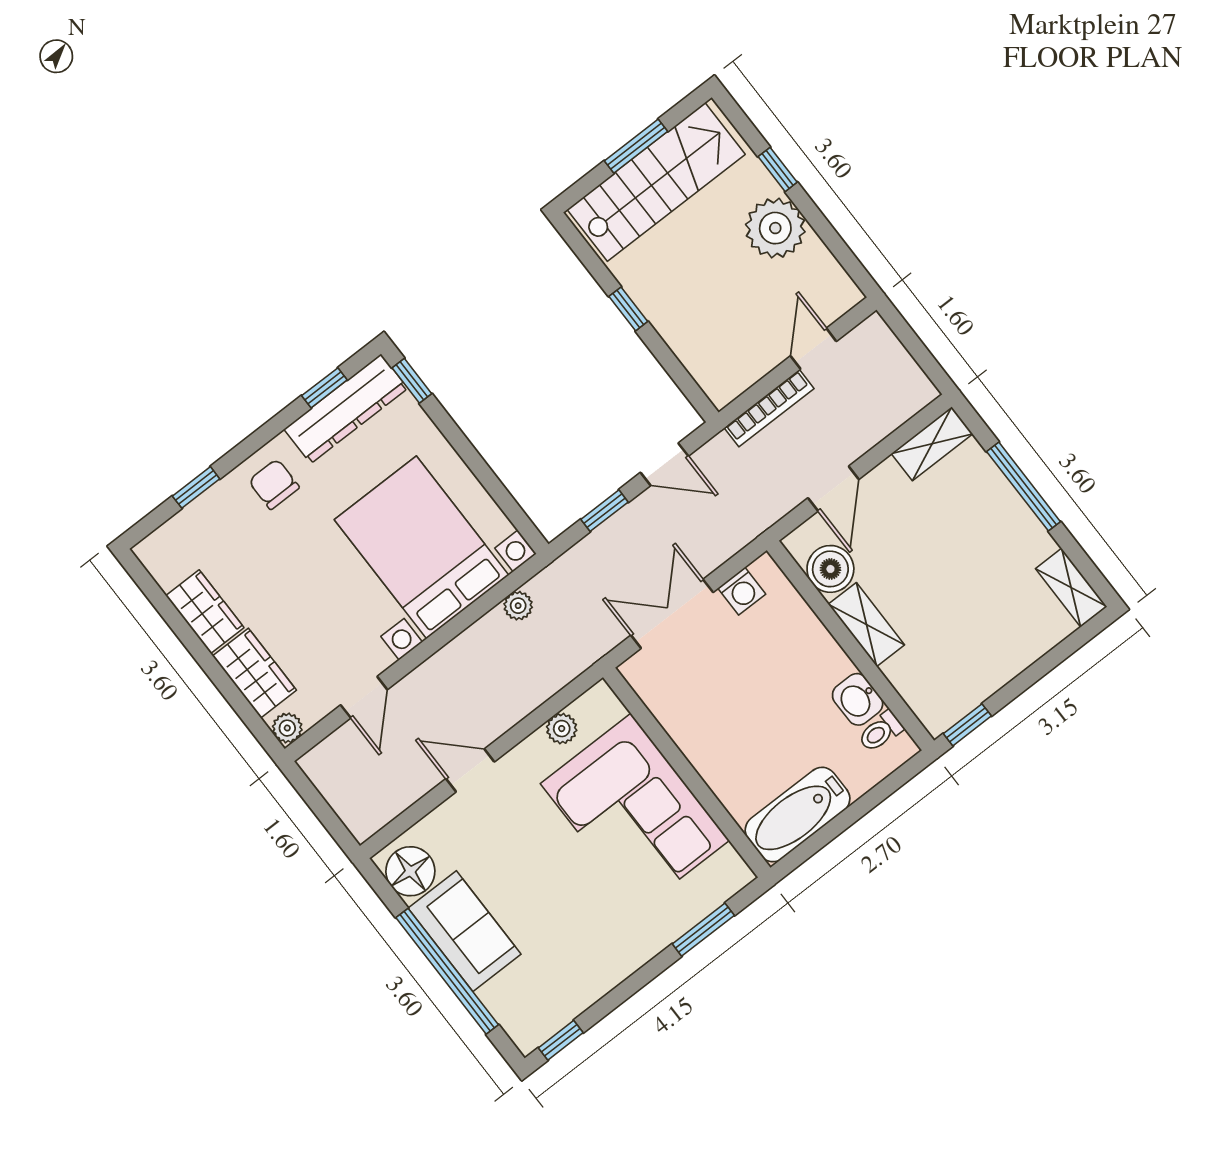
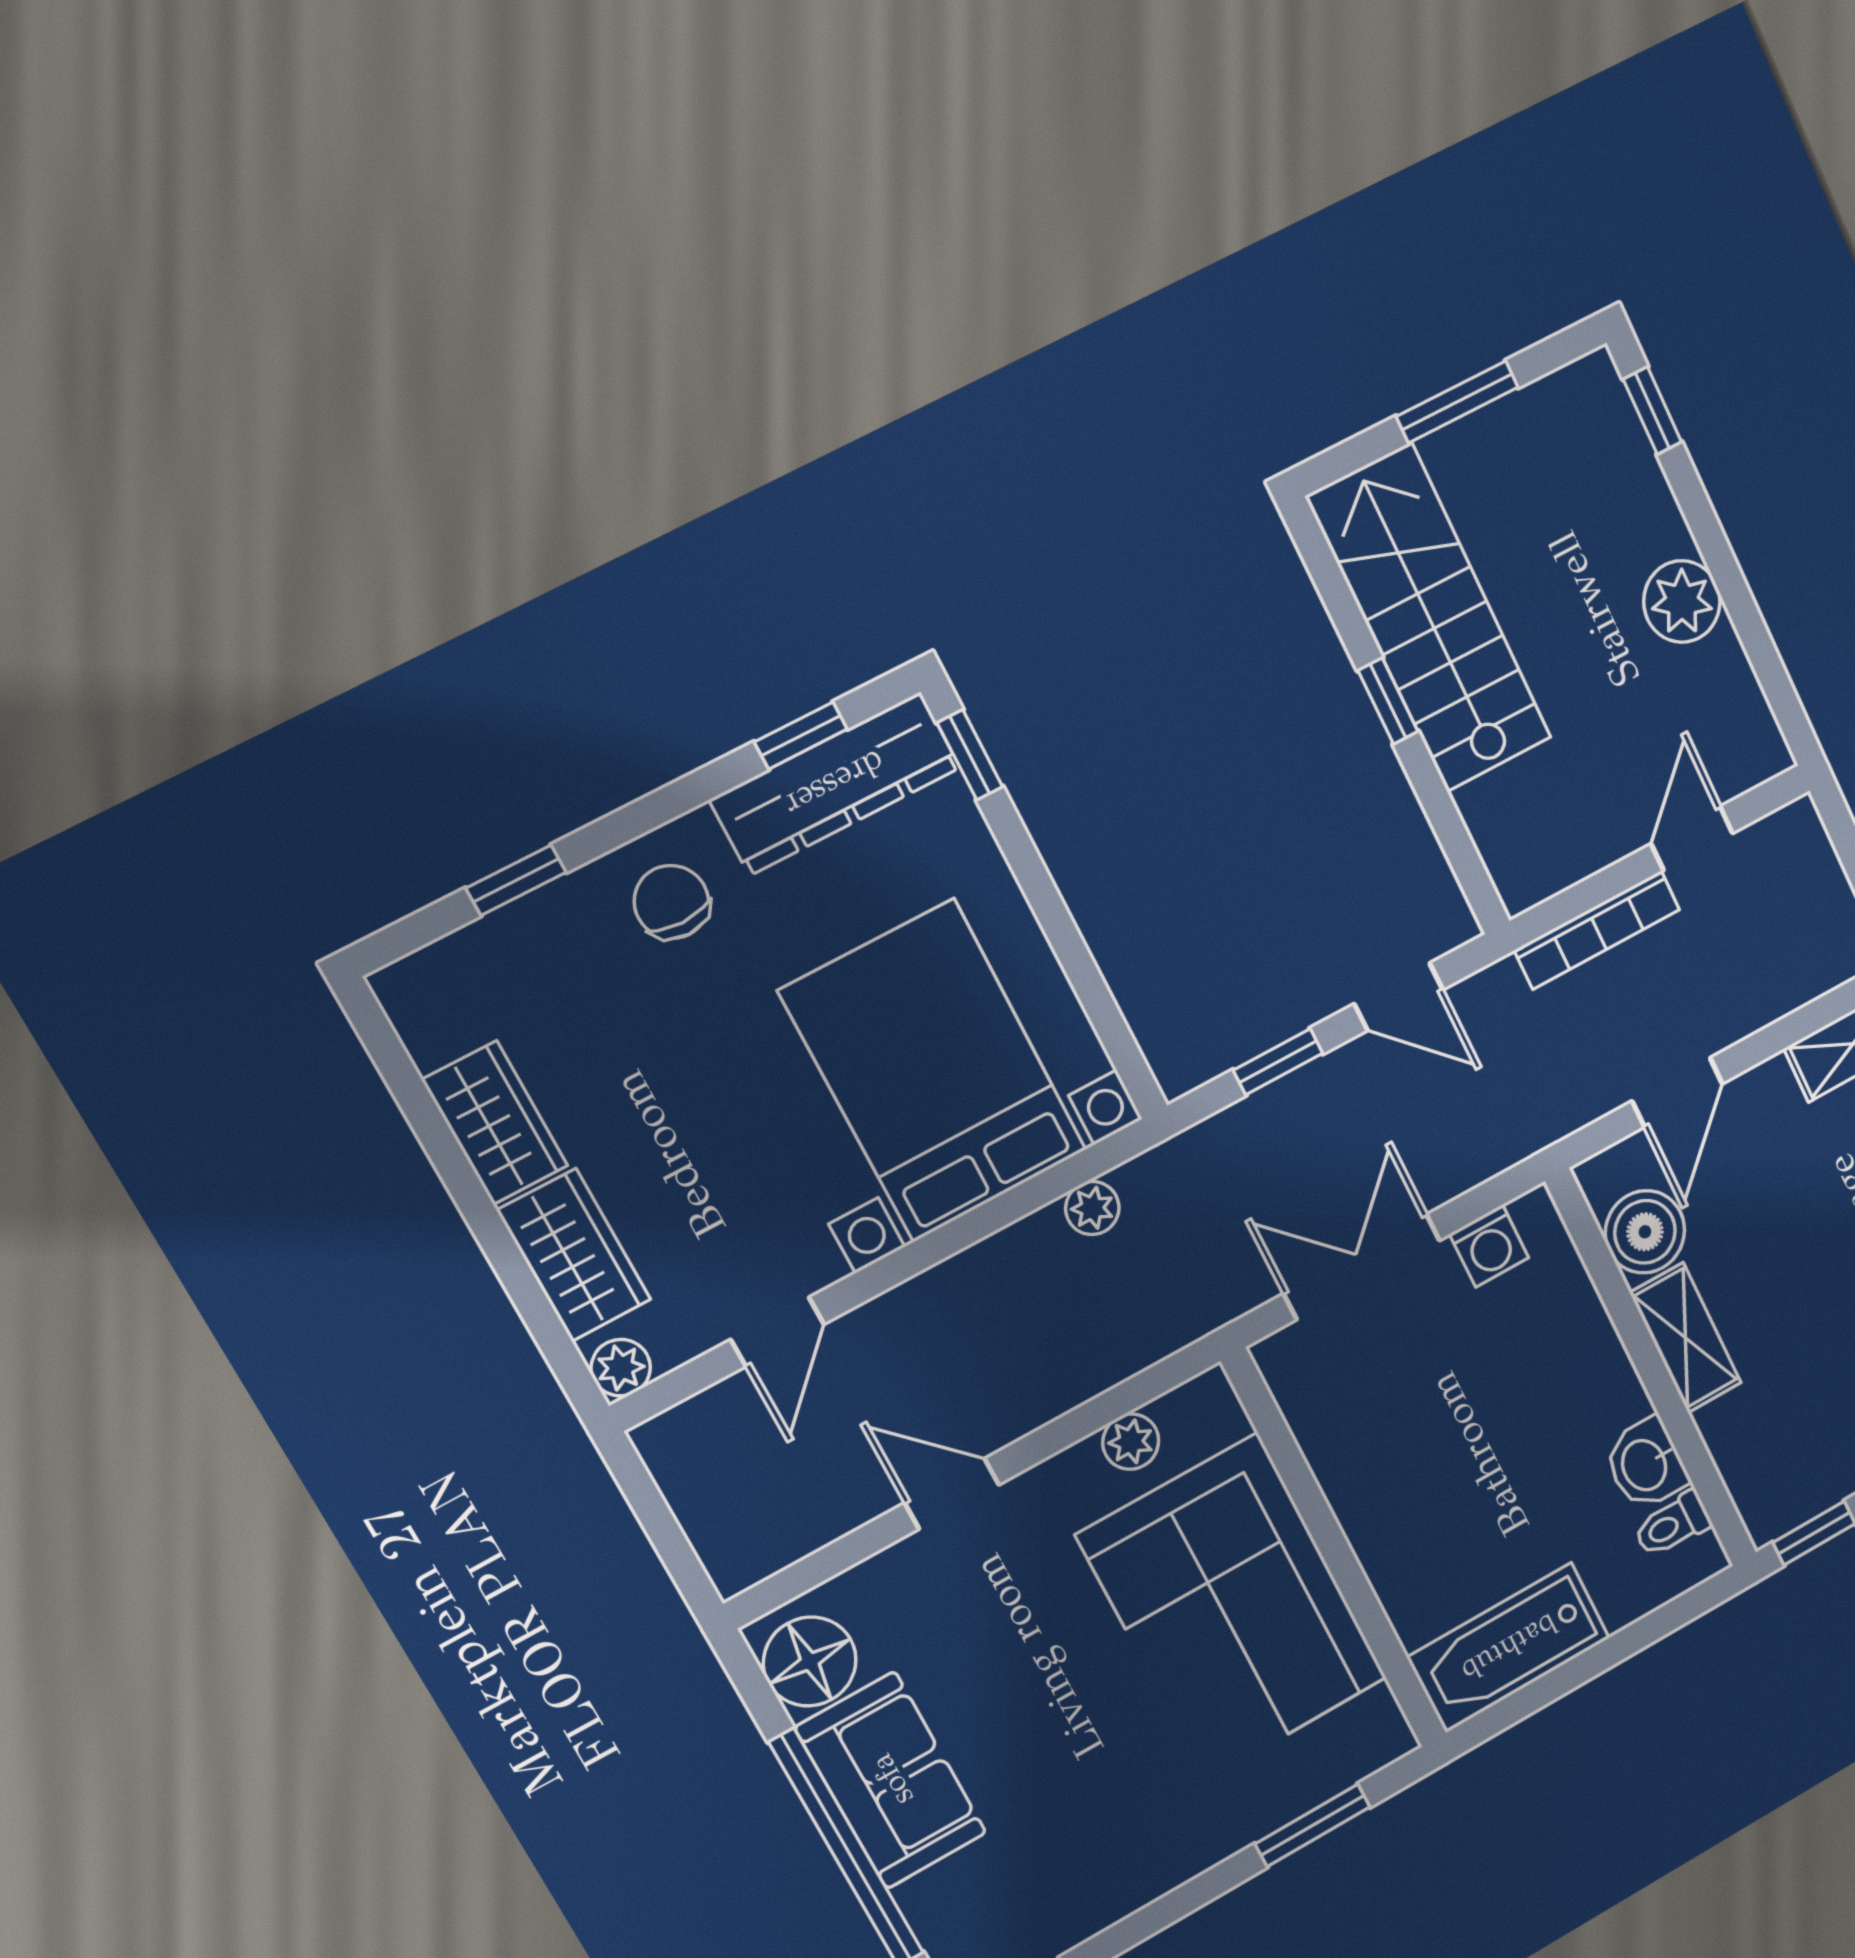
window: (778, 169) -> (1652, 411), moved
stairs: (656, 182) -> (1429, 618), moved, turned -90
plant: (775, 228) -> (1682, 602), width x0.73, depth x0.73

